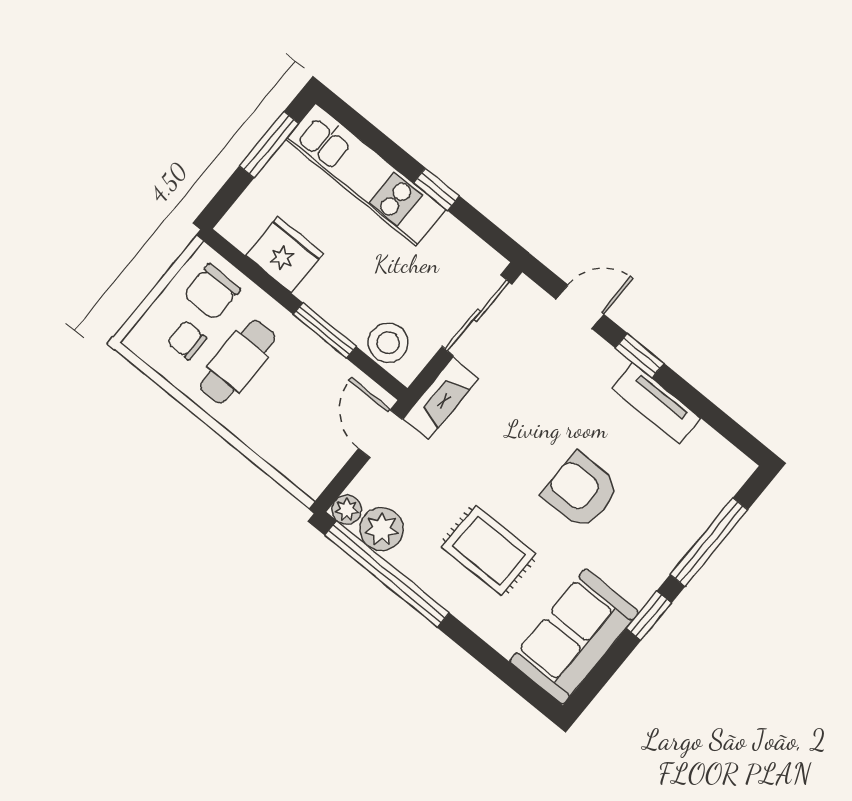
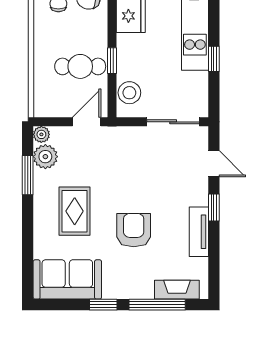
window: (325, 330) -> (112, 61), width x0.67
cafe table: (238, 362) -> (80, 66), moved
fireplace: (441, 398) -> (177, 290), moved, turned 180
window: (387, 574) -> (28, 175), width x0.47

